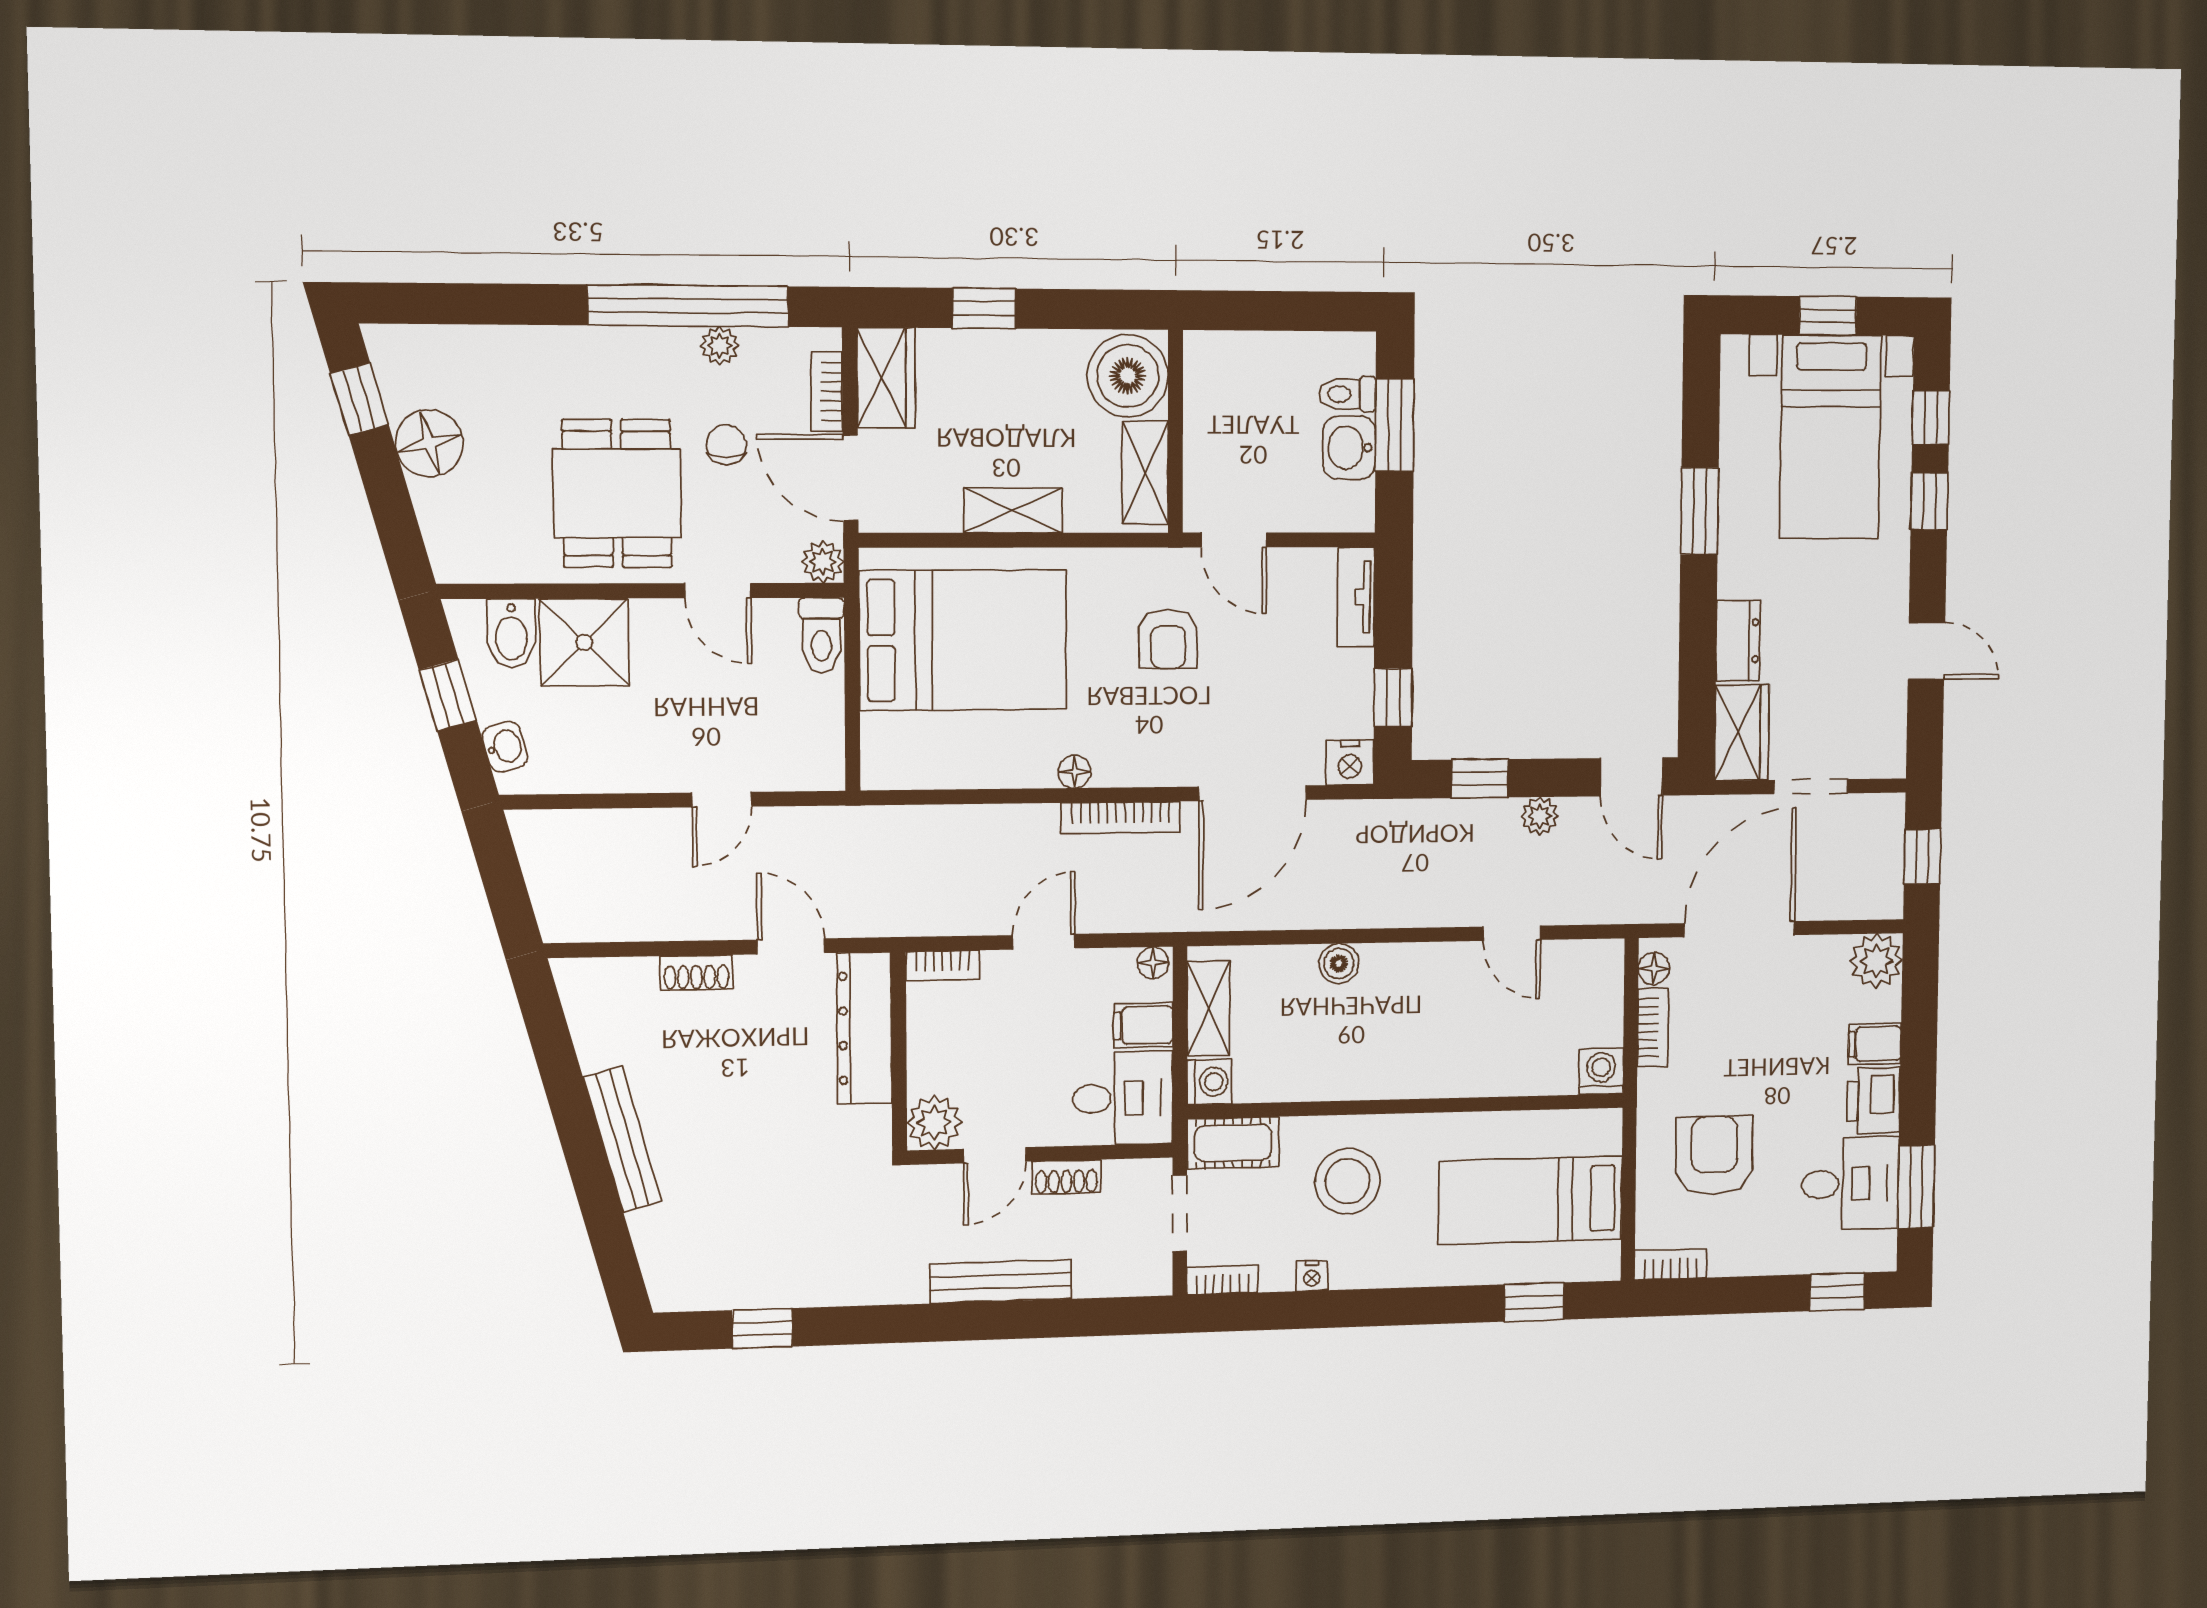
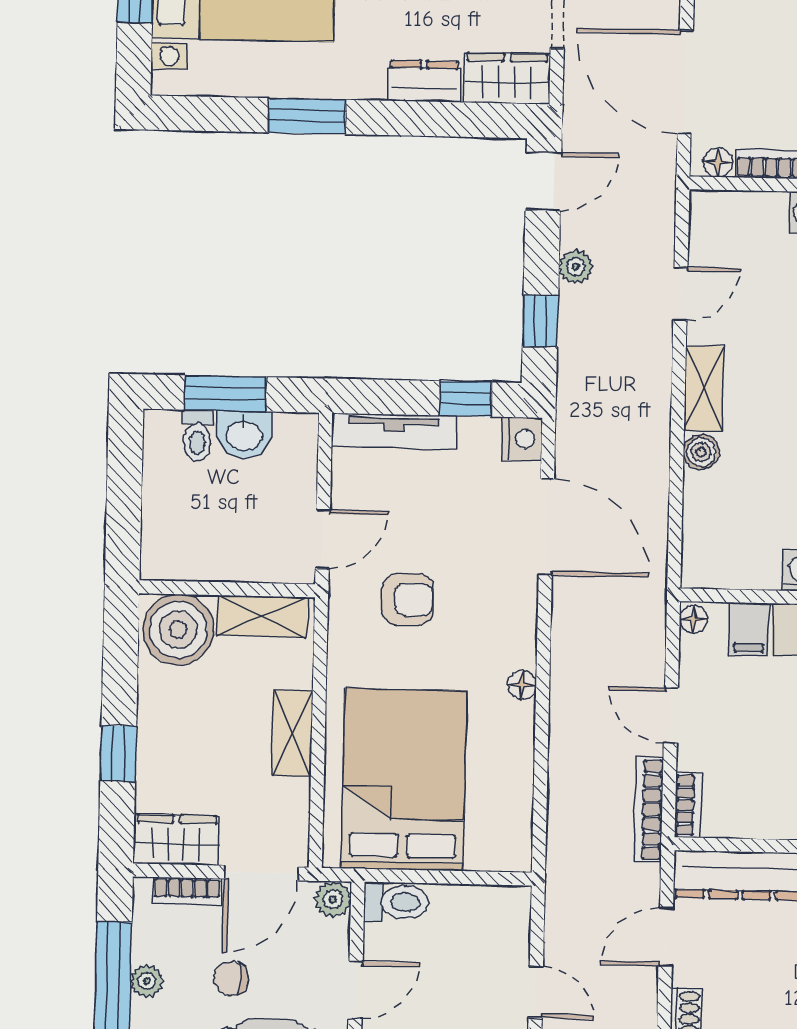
tv unit: (1356, 597) -> (394, 431), width x1.41
bookcase: (1121, 817) -> (649, 810), moved, turned 180
shelving: (1208, 1008) -> (704, 388), moved, turned 90

